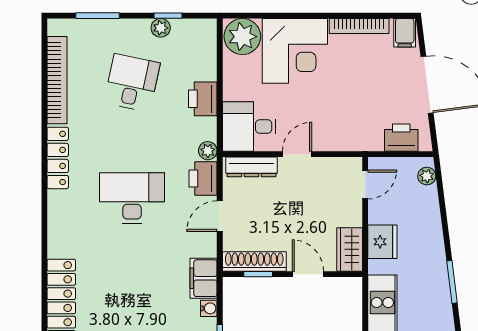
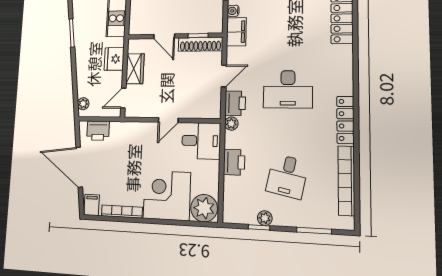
dresser: (251, 167) -> (200, 111), removed
wardrobe: (350, 249) -> (135, 69), moved

